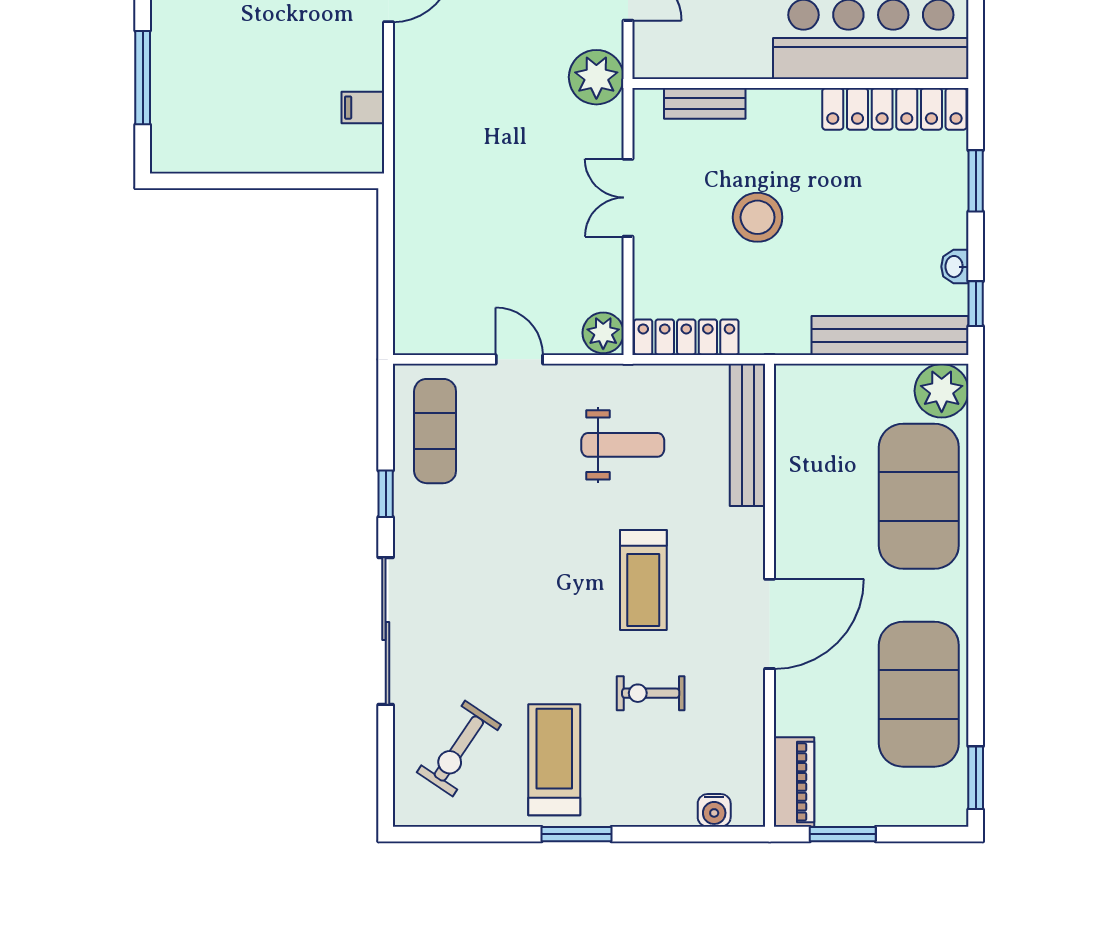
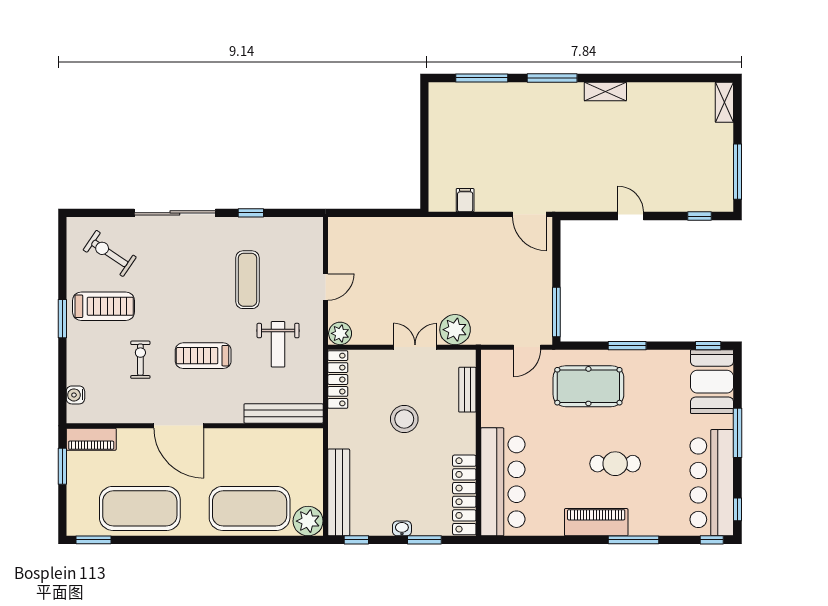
plant: (596, 77) -> (455, 330), moved
washbasin: (955, 267) -> (402, 528), moved
exercise mat: (435, 431) -> (248, 280), moved, turned 90

